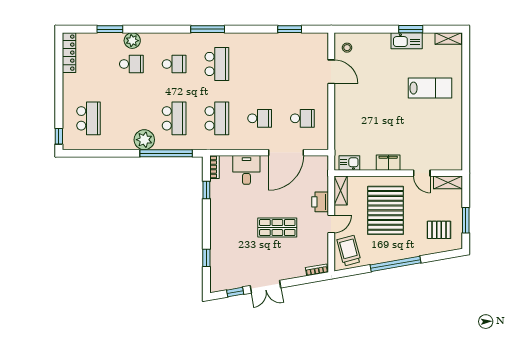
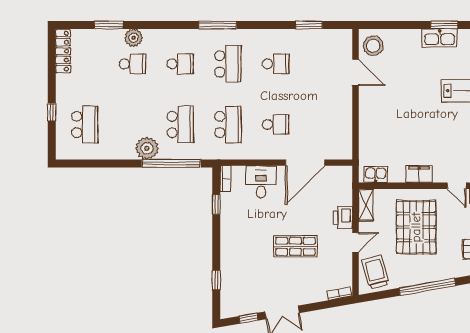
stool: (347, 48) -> (373, 46), width x1.89, depth x1.89
school desk: (302, 118) -> (276, 64), moved
window: (59, 136) -> (52, 112), moved

